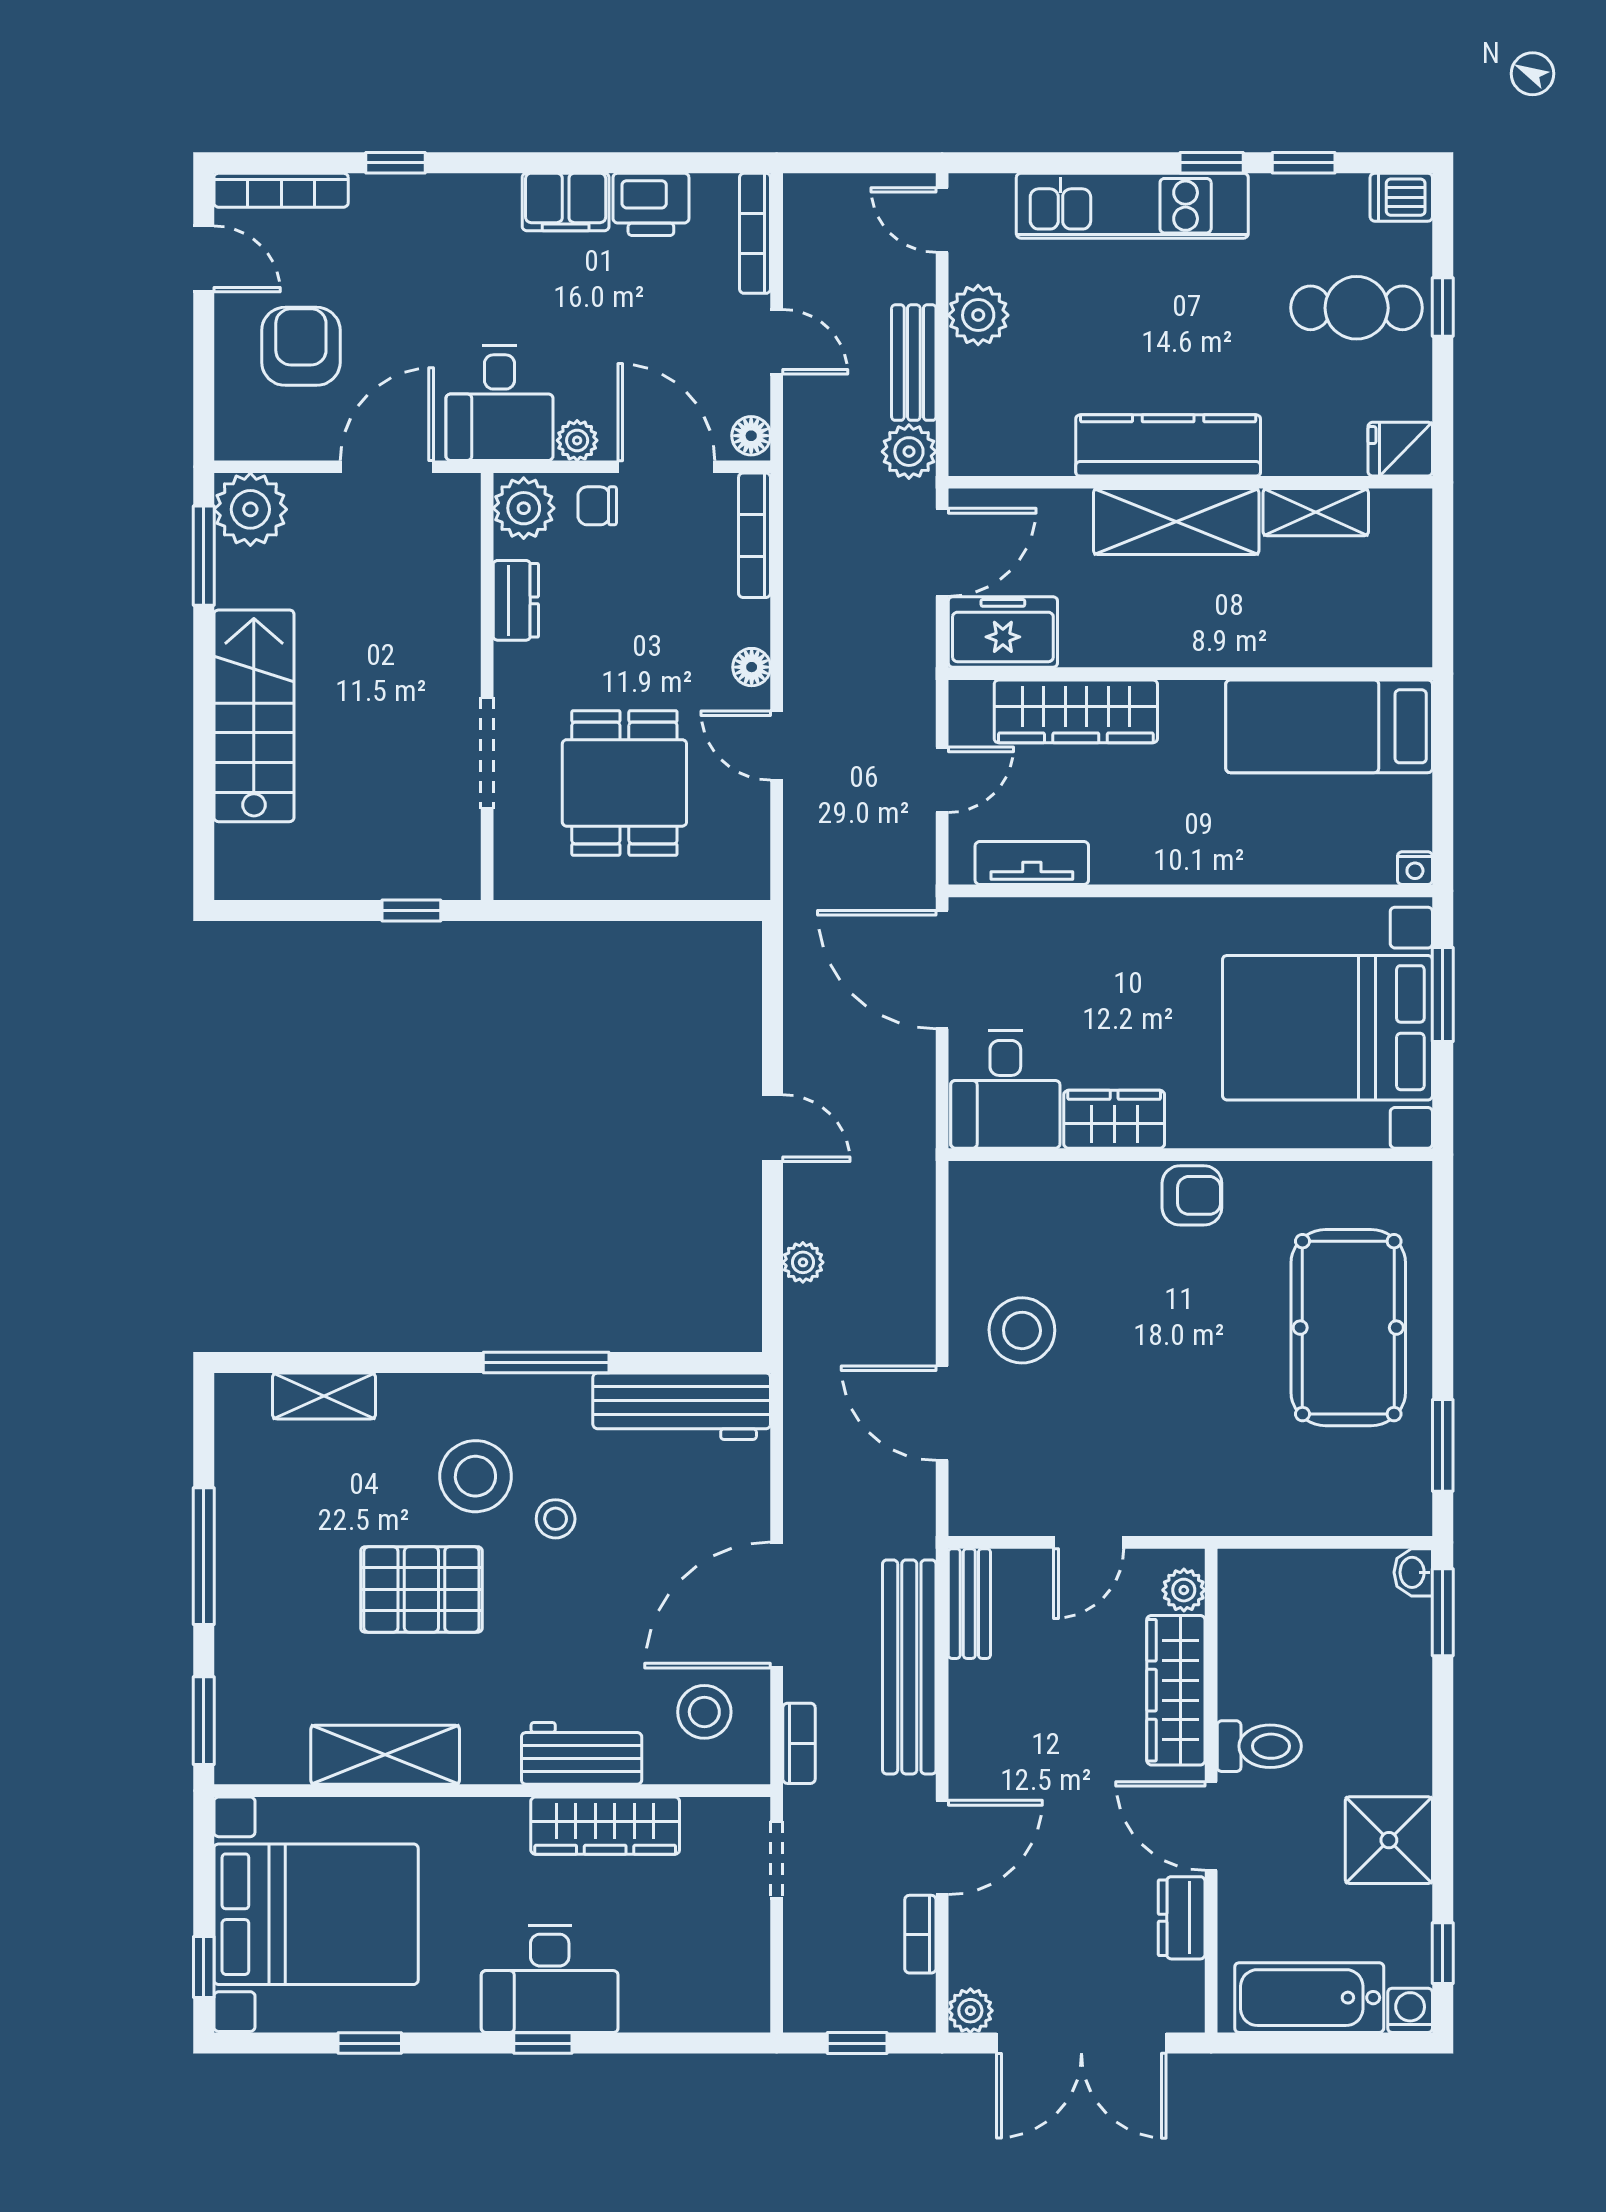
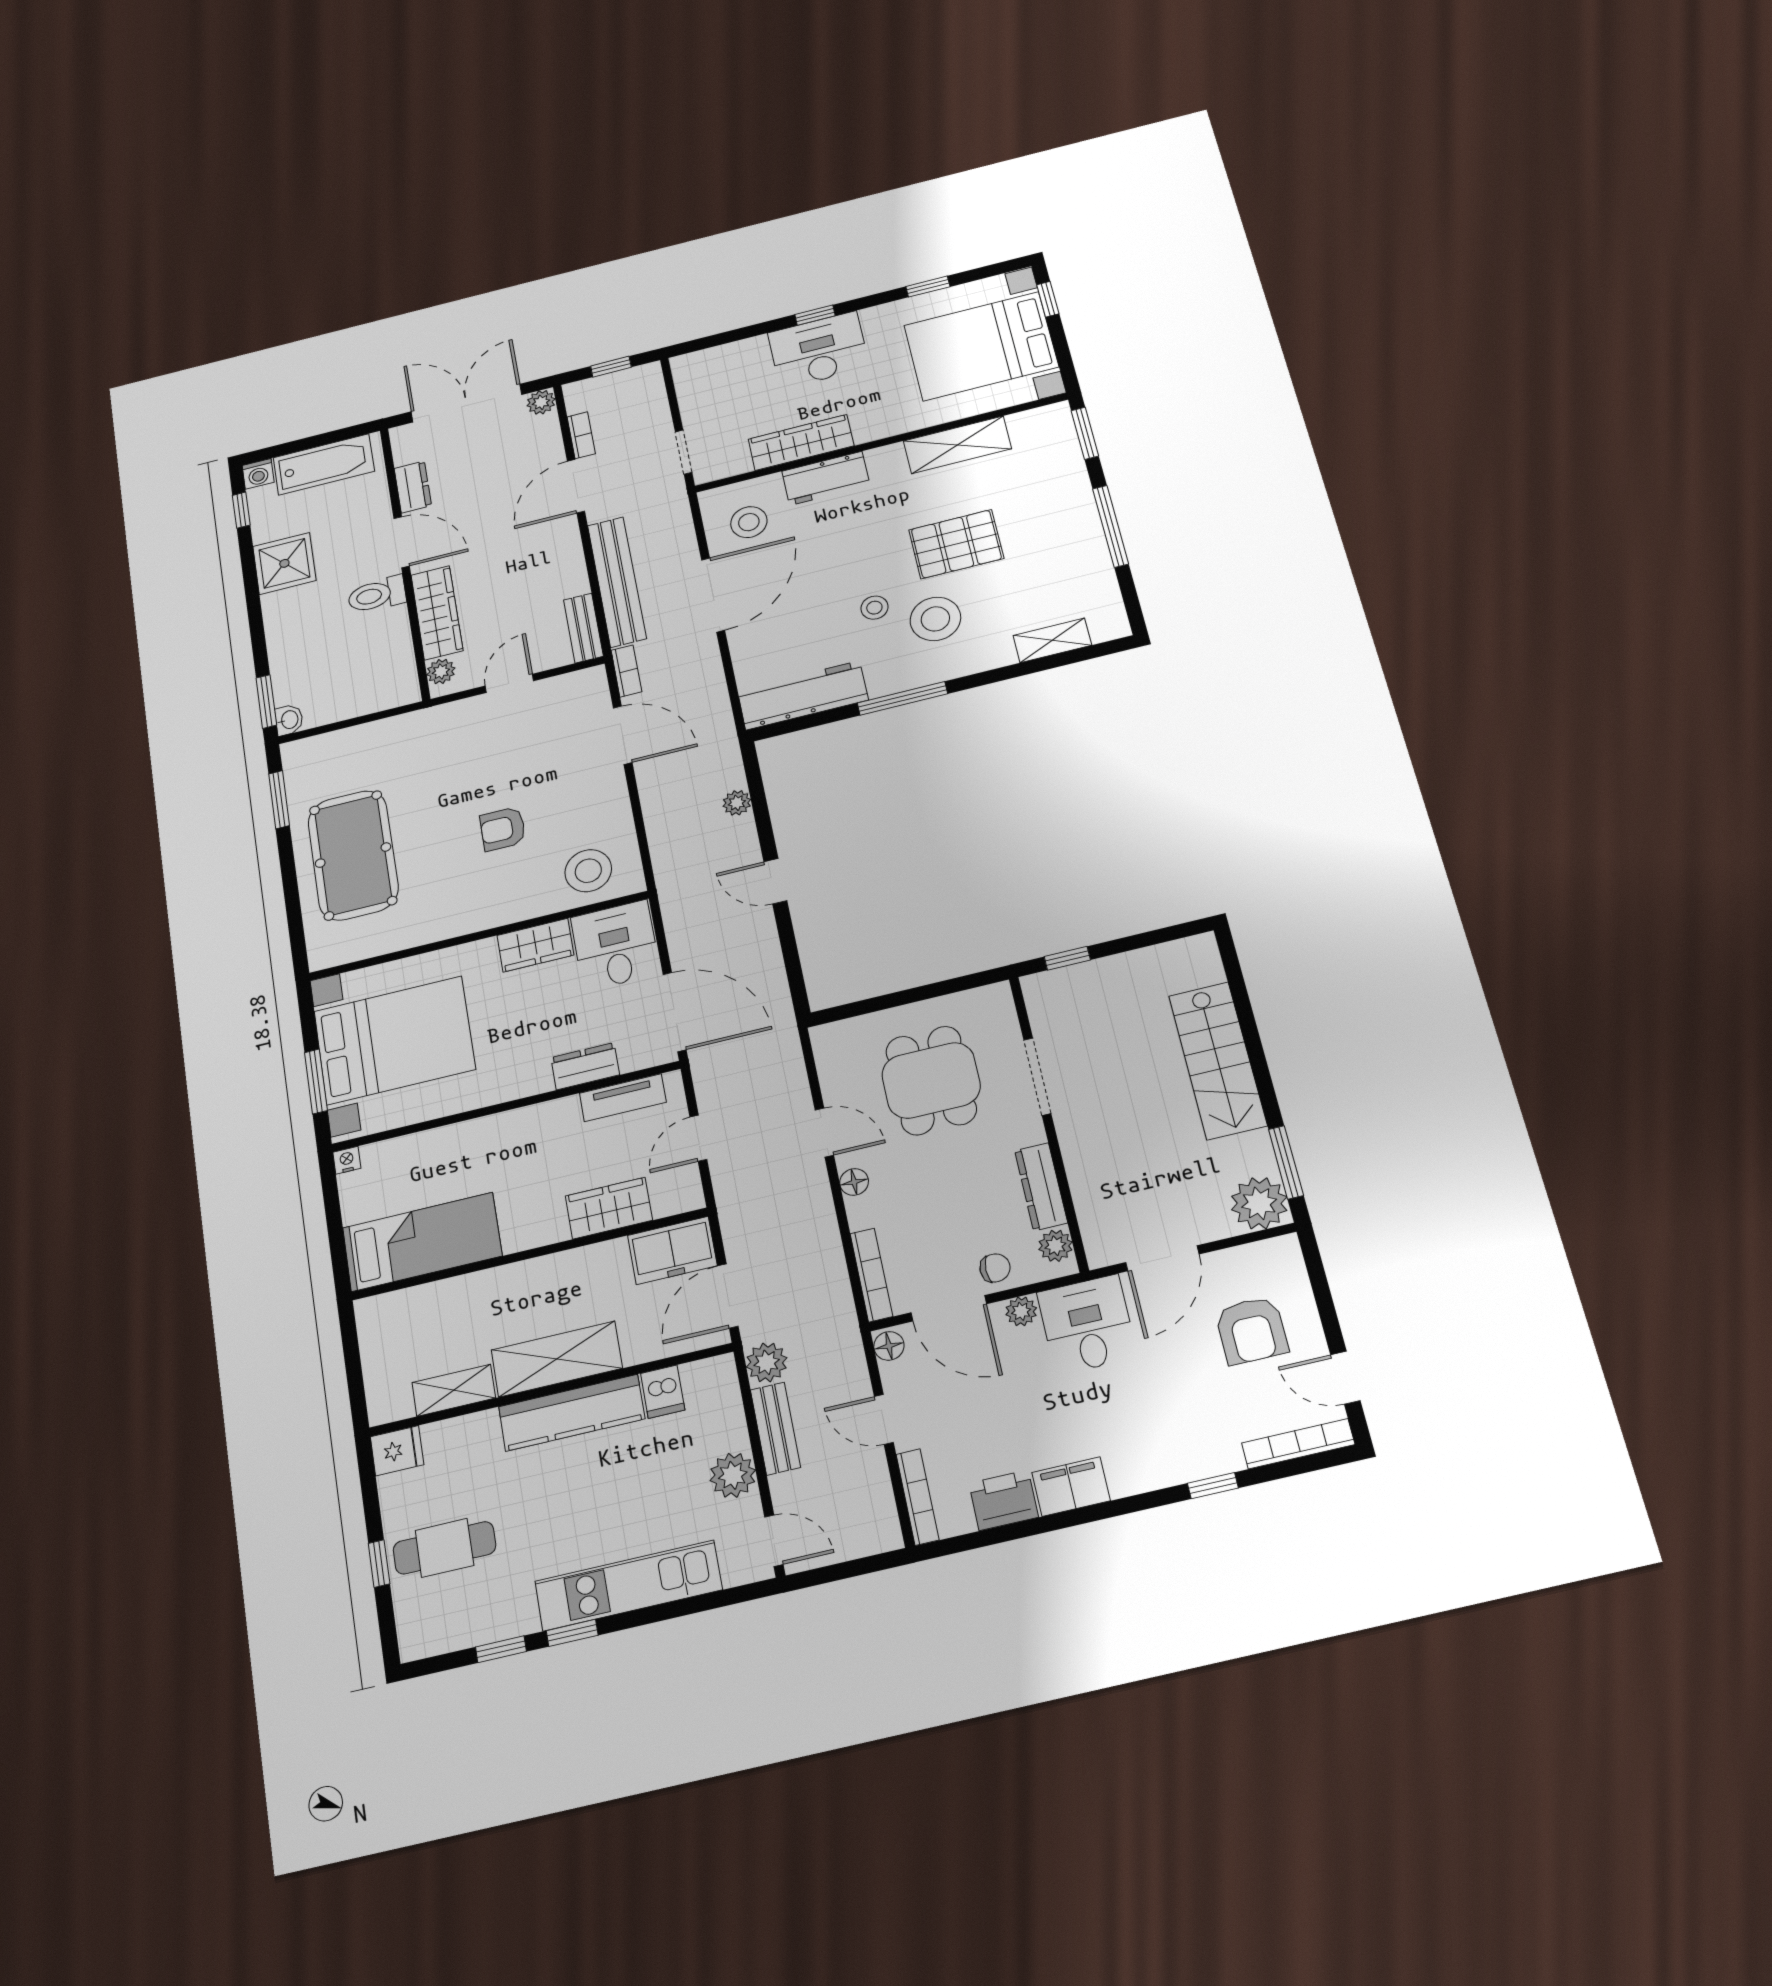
dishwasher: (1401, 197) -> (663, 1392), moved, turned 90
plant: (524, 508) -> (1055, 1246), width x0.73, depth x0.73
dresser: (516, 600) -> (1041, 1187), width x1.44
wardrobe: (1076, 711) -> (609, 1208), width x0.67
dresser: (1075, 922) -> (585, 1066), added
armchair: (1192, 1195) -> (503, 829), moved
stool: (1022, 1330) -> (588, 871), moved
bookcase: (799, 1743) -> (626, 671), moved, turned 180

